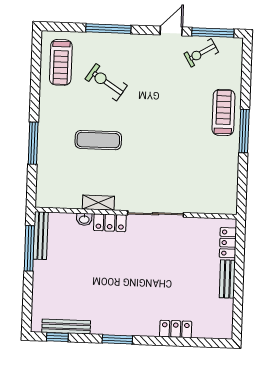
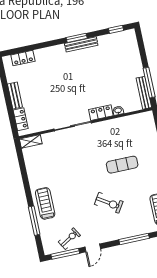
exercise bike: (106, 82) -> (109, 203), moved
treadmill: (223, 112) -> (45, 203), turned 180
window: (244, 131) -> (34, 221), moved
shelving: (98, 203) -> (31, 141), moved
bench: (66, 327) -> (81, 44), moved
locker: (176, 329) -> (23, 58), moved

